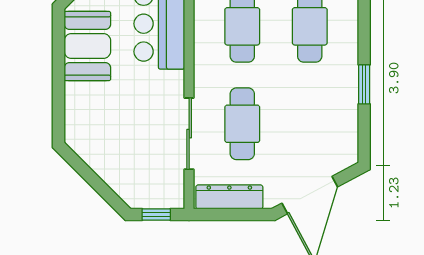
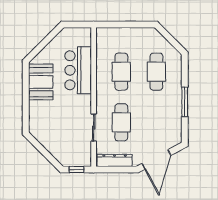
window: (364, 84) -> (185, 102), width x1.44
sliding door: (189, 134) -> (94, 128), width x0.73

